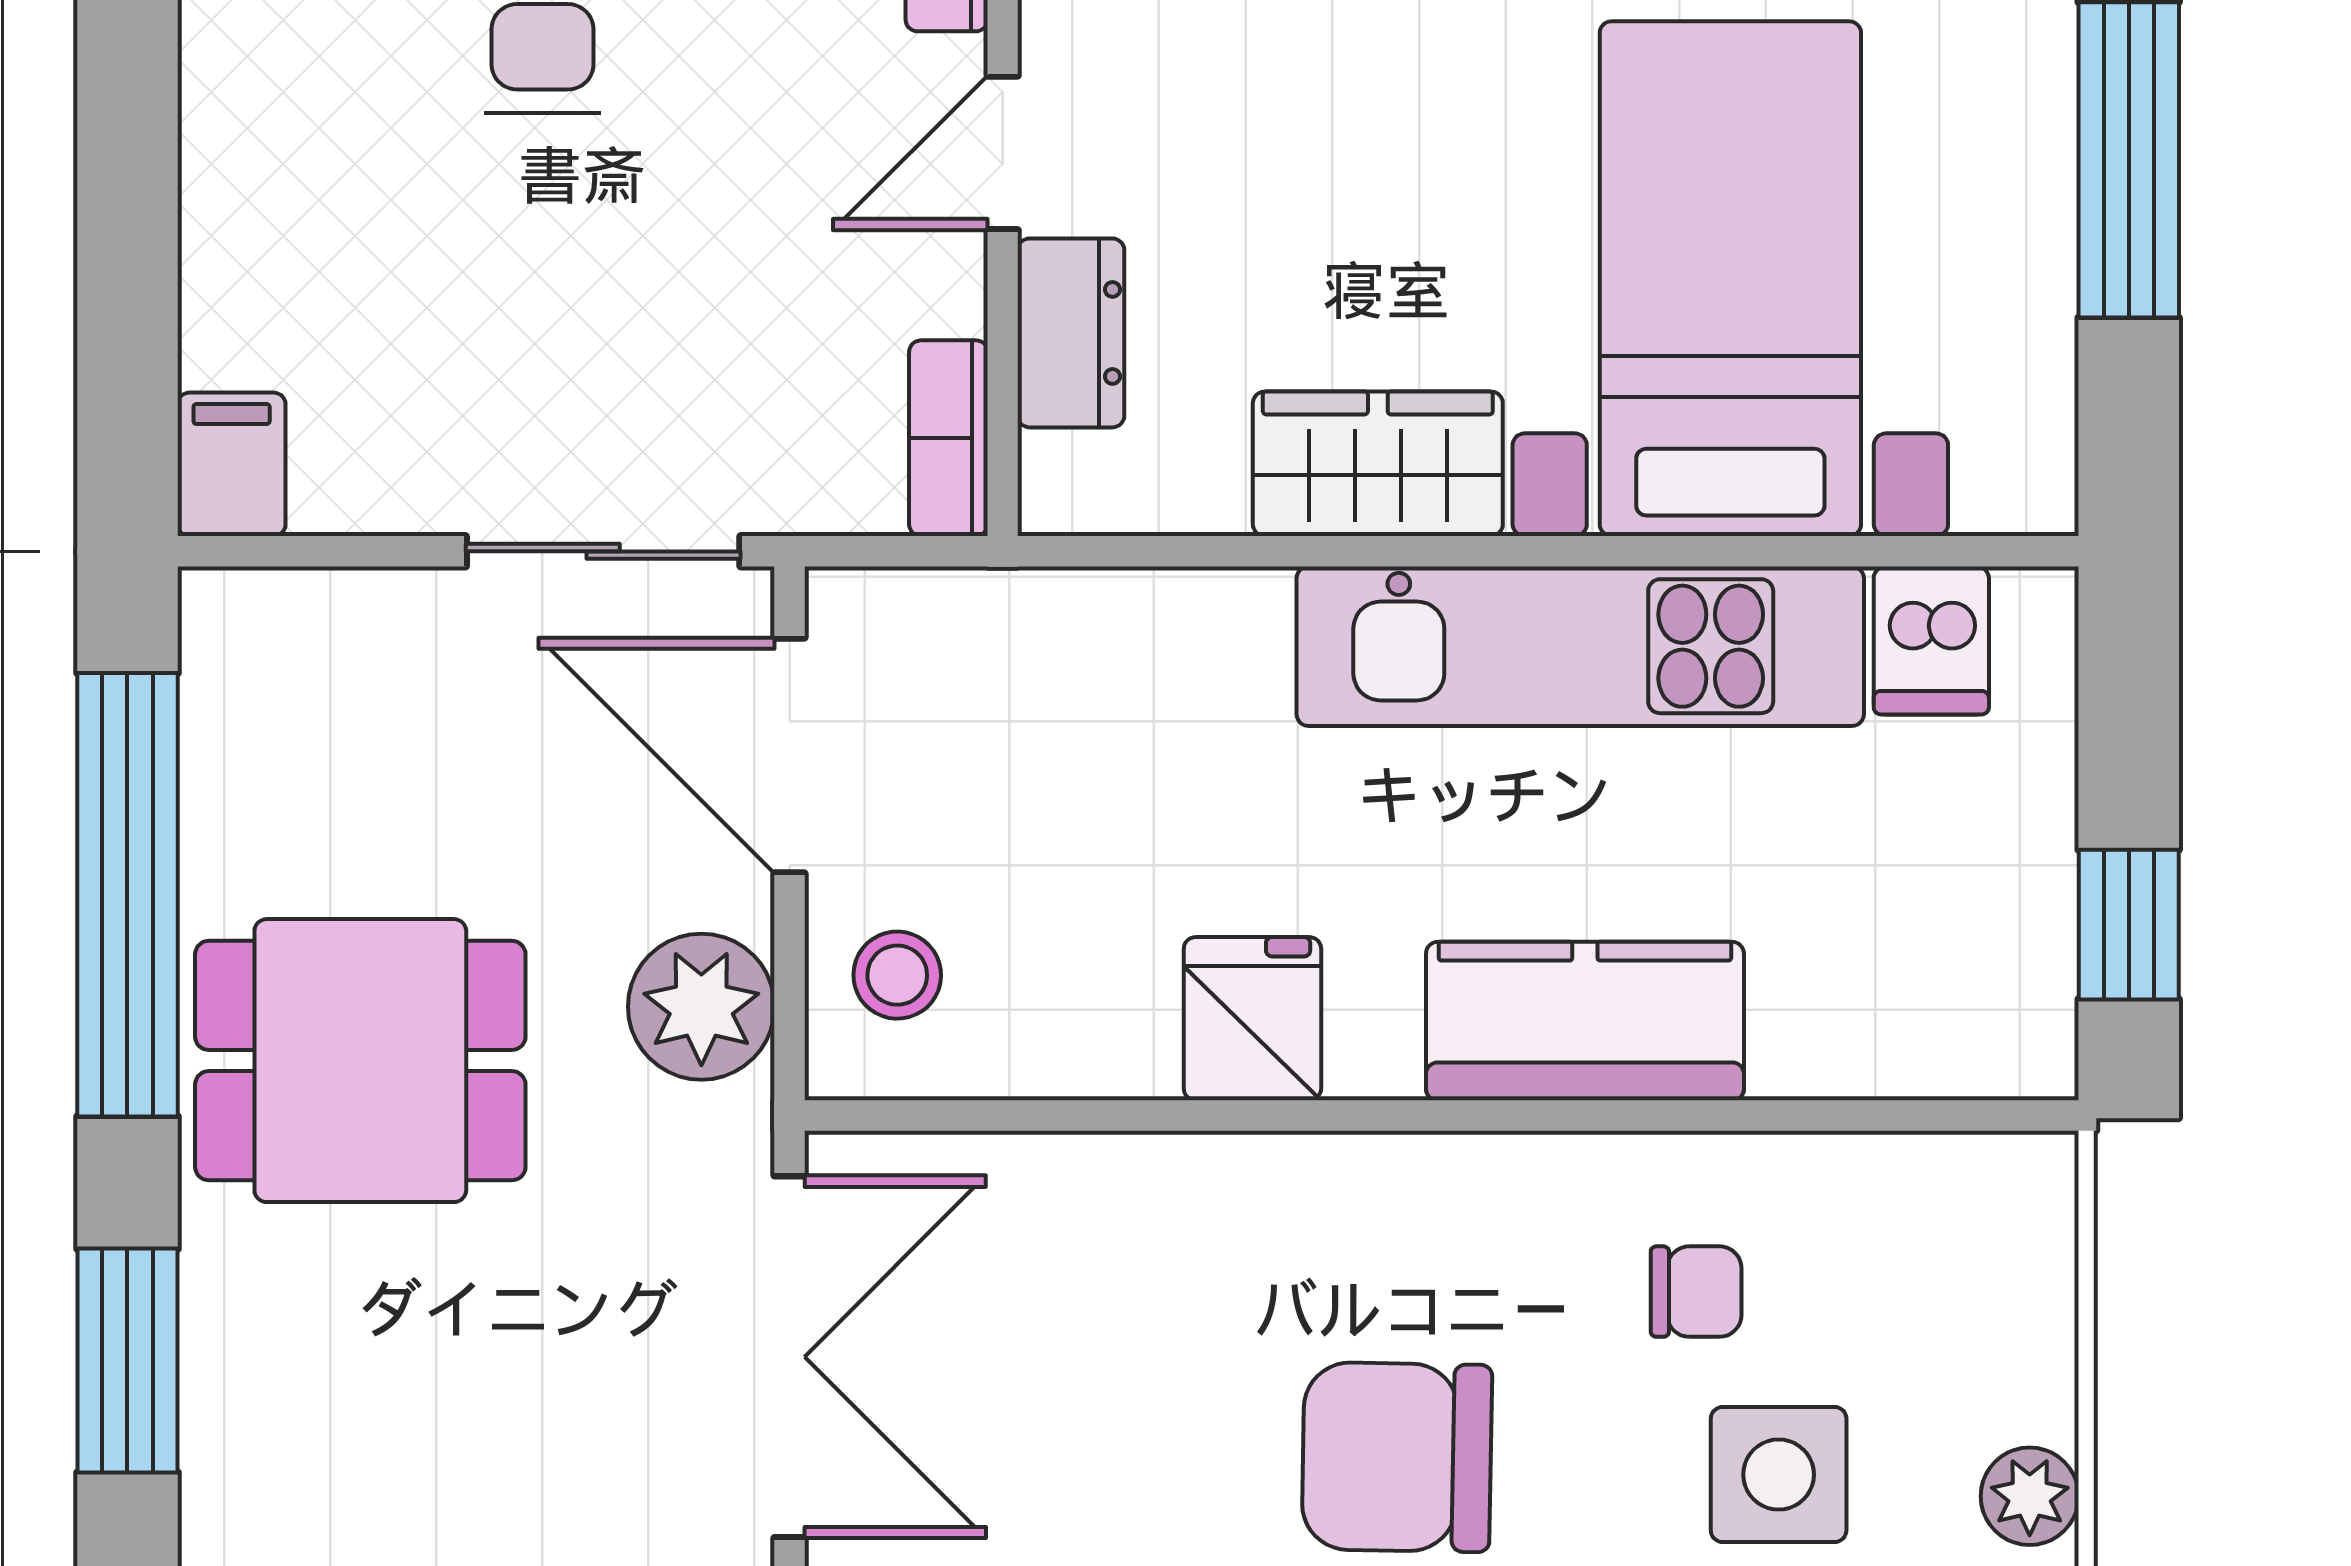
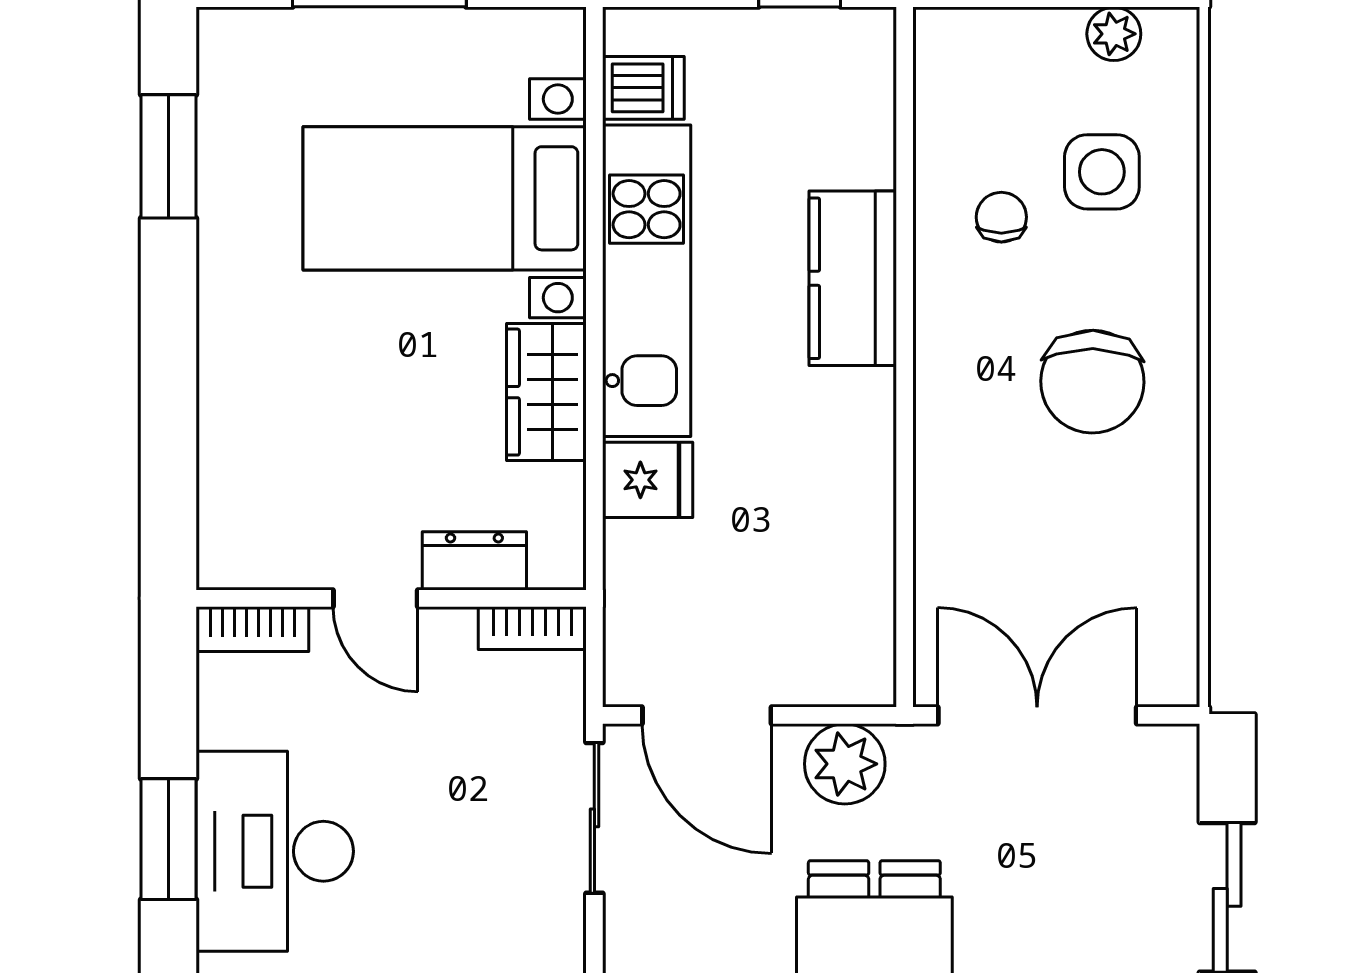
door: (790, 756) -> (707, 715), hinge flipped
stool: (897, 975) -> (827, 656), removed
fridge: (1252, 1019) -> (648, 480), moved, turned 180

